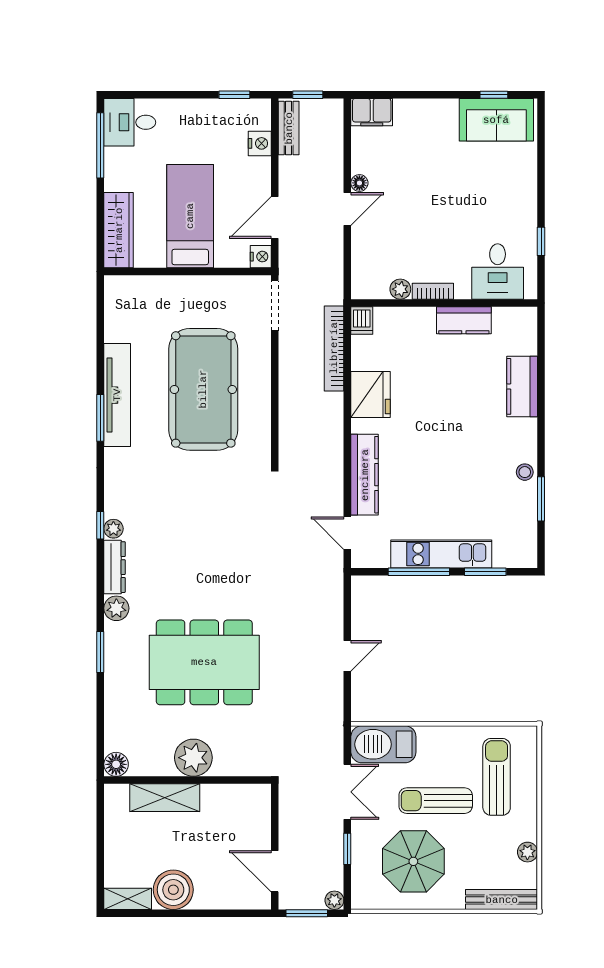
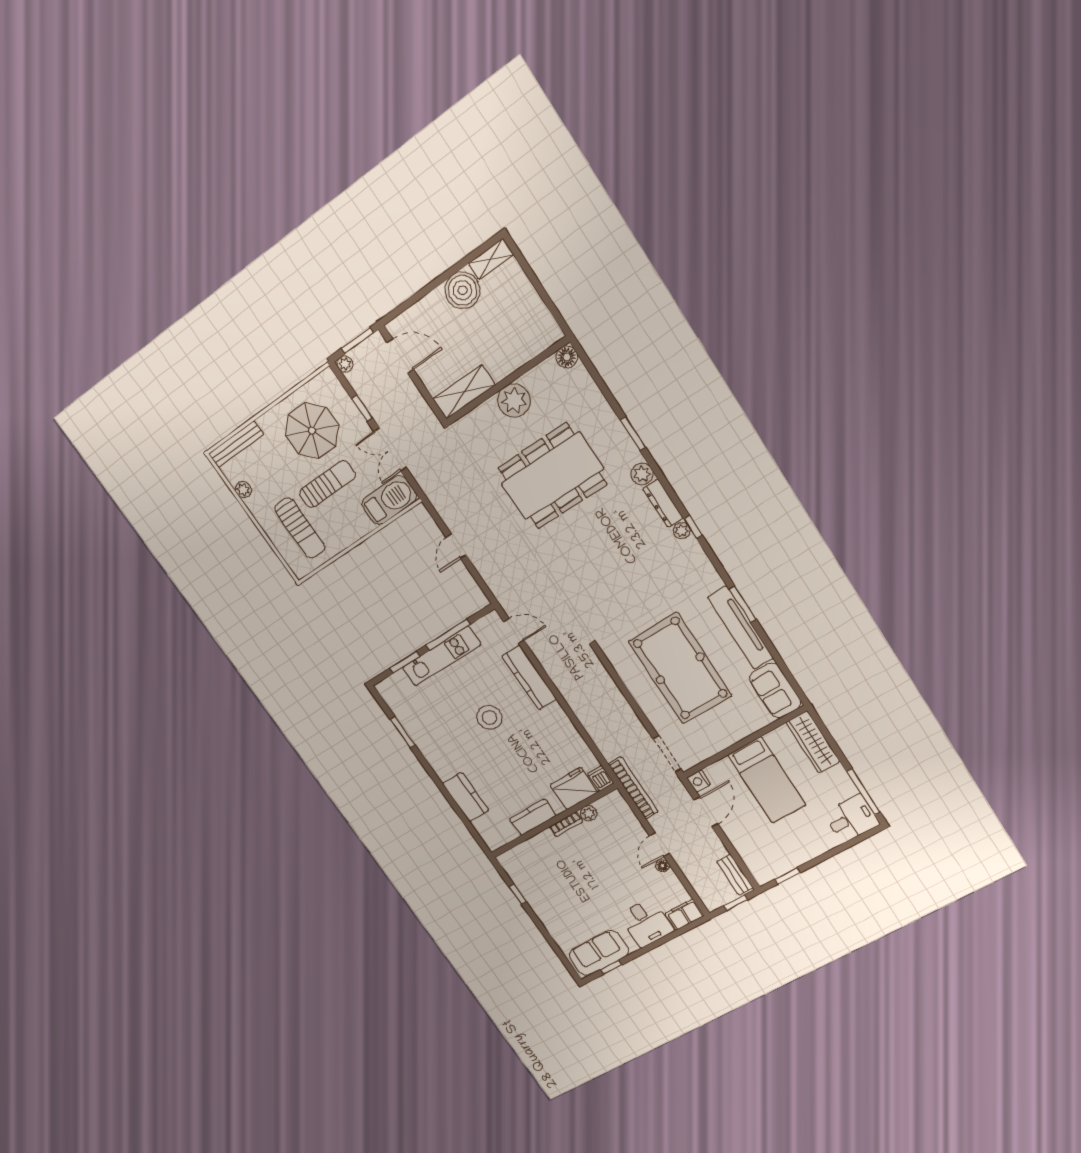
nightstand: (260, 143) -> (749, 854), removed
desk: (498, 272) -> (646, 923), moved, turned 180
sofa: (123, 308) -> (775, 690), added
bookcase: (334, 348) -> (633, 788), moved
fridge: (371, 394) -> (574, 788), moved, turned 90
stool: (525, 472) -> (489, 717), moved, width x1.89, depth x1.89
shelving: (165, 798) -> (464, 392), moved

